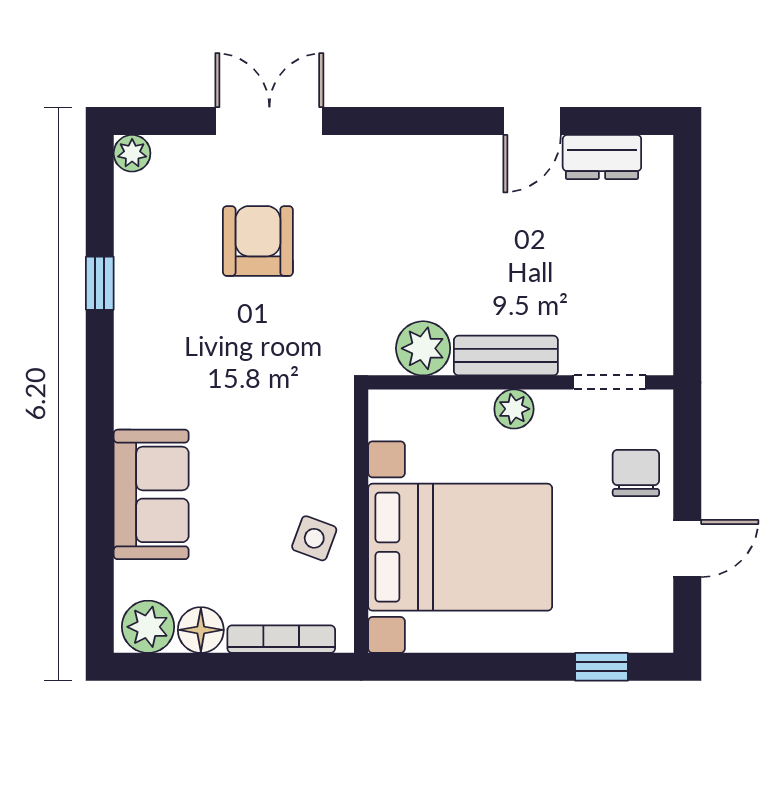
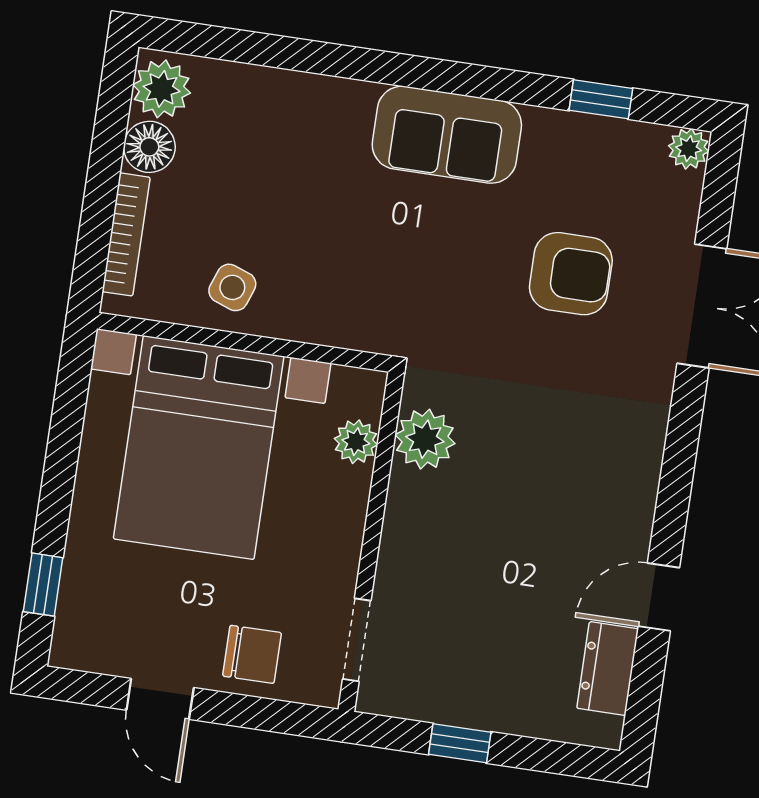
door: (532, 121) -> (659, 597), hinge flipped
window: (687, 278) -> (460, 743), added
window: (100, 283) -> (601, 99), moved
bench: (506, 356) -> (403, 530), removed
plant: (514, 409) -> (356, 442), moved
sofa: (151, 494) -> (447, 135), moved

